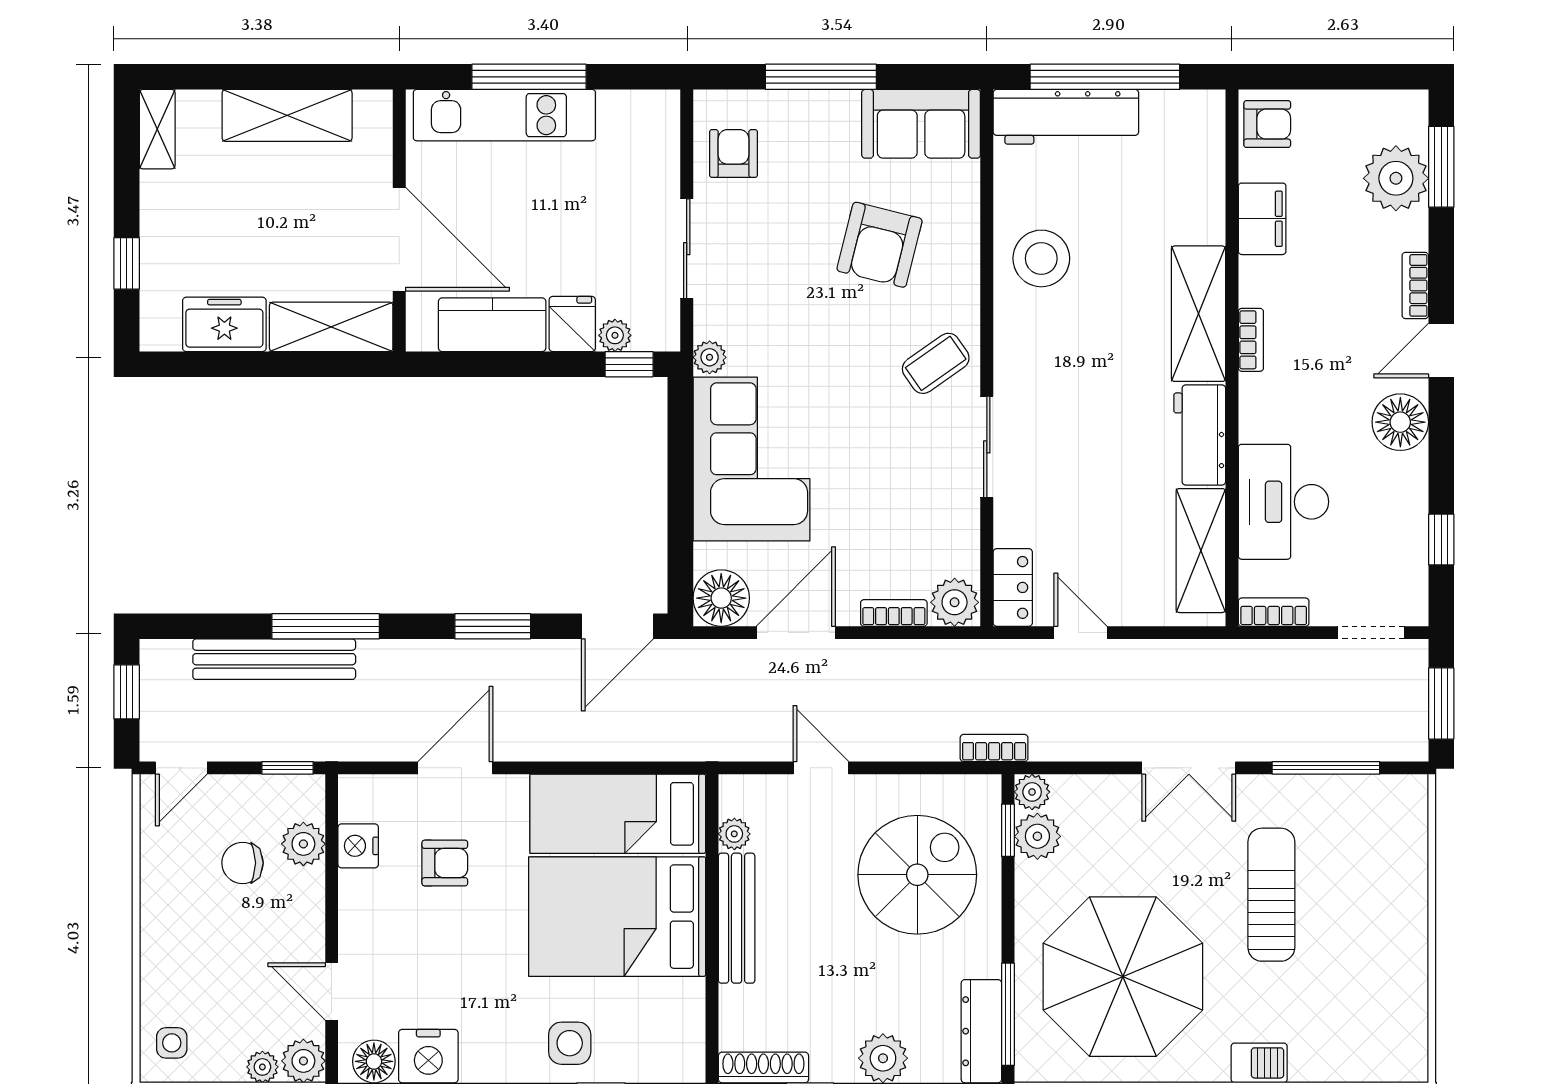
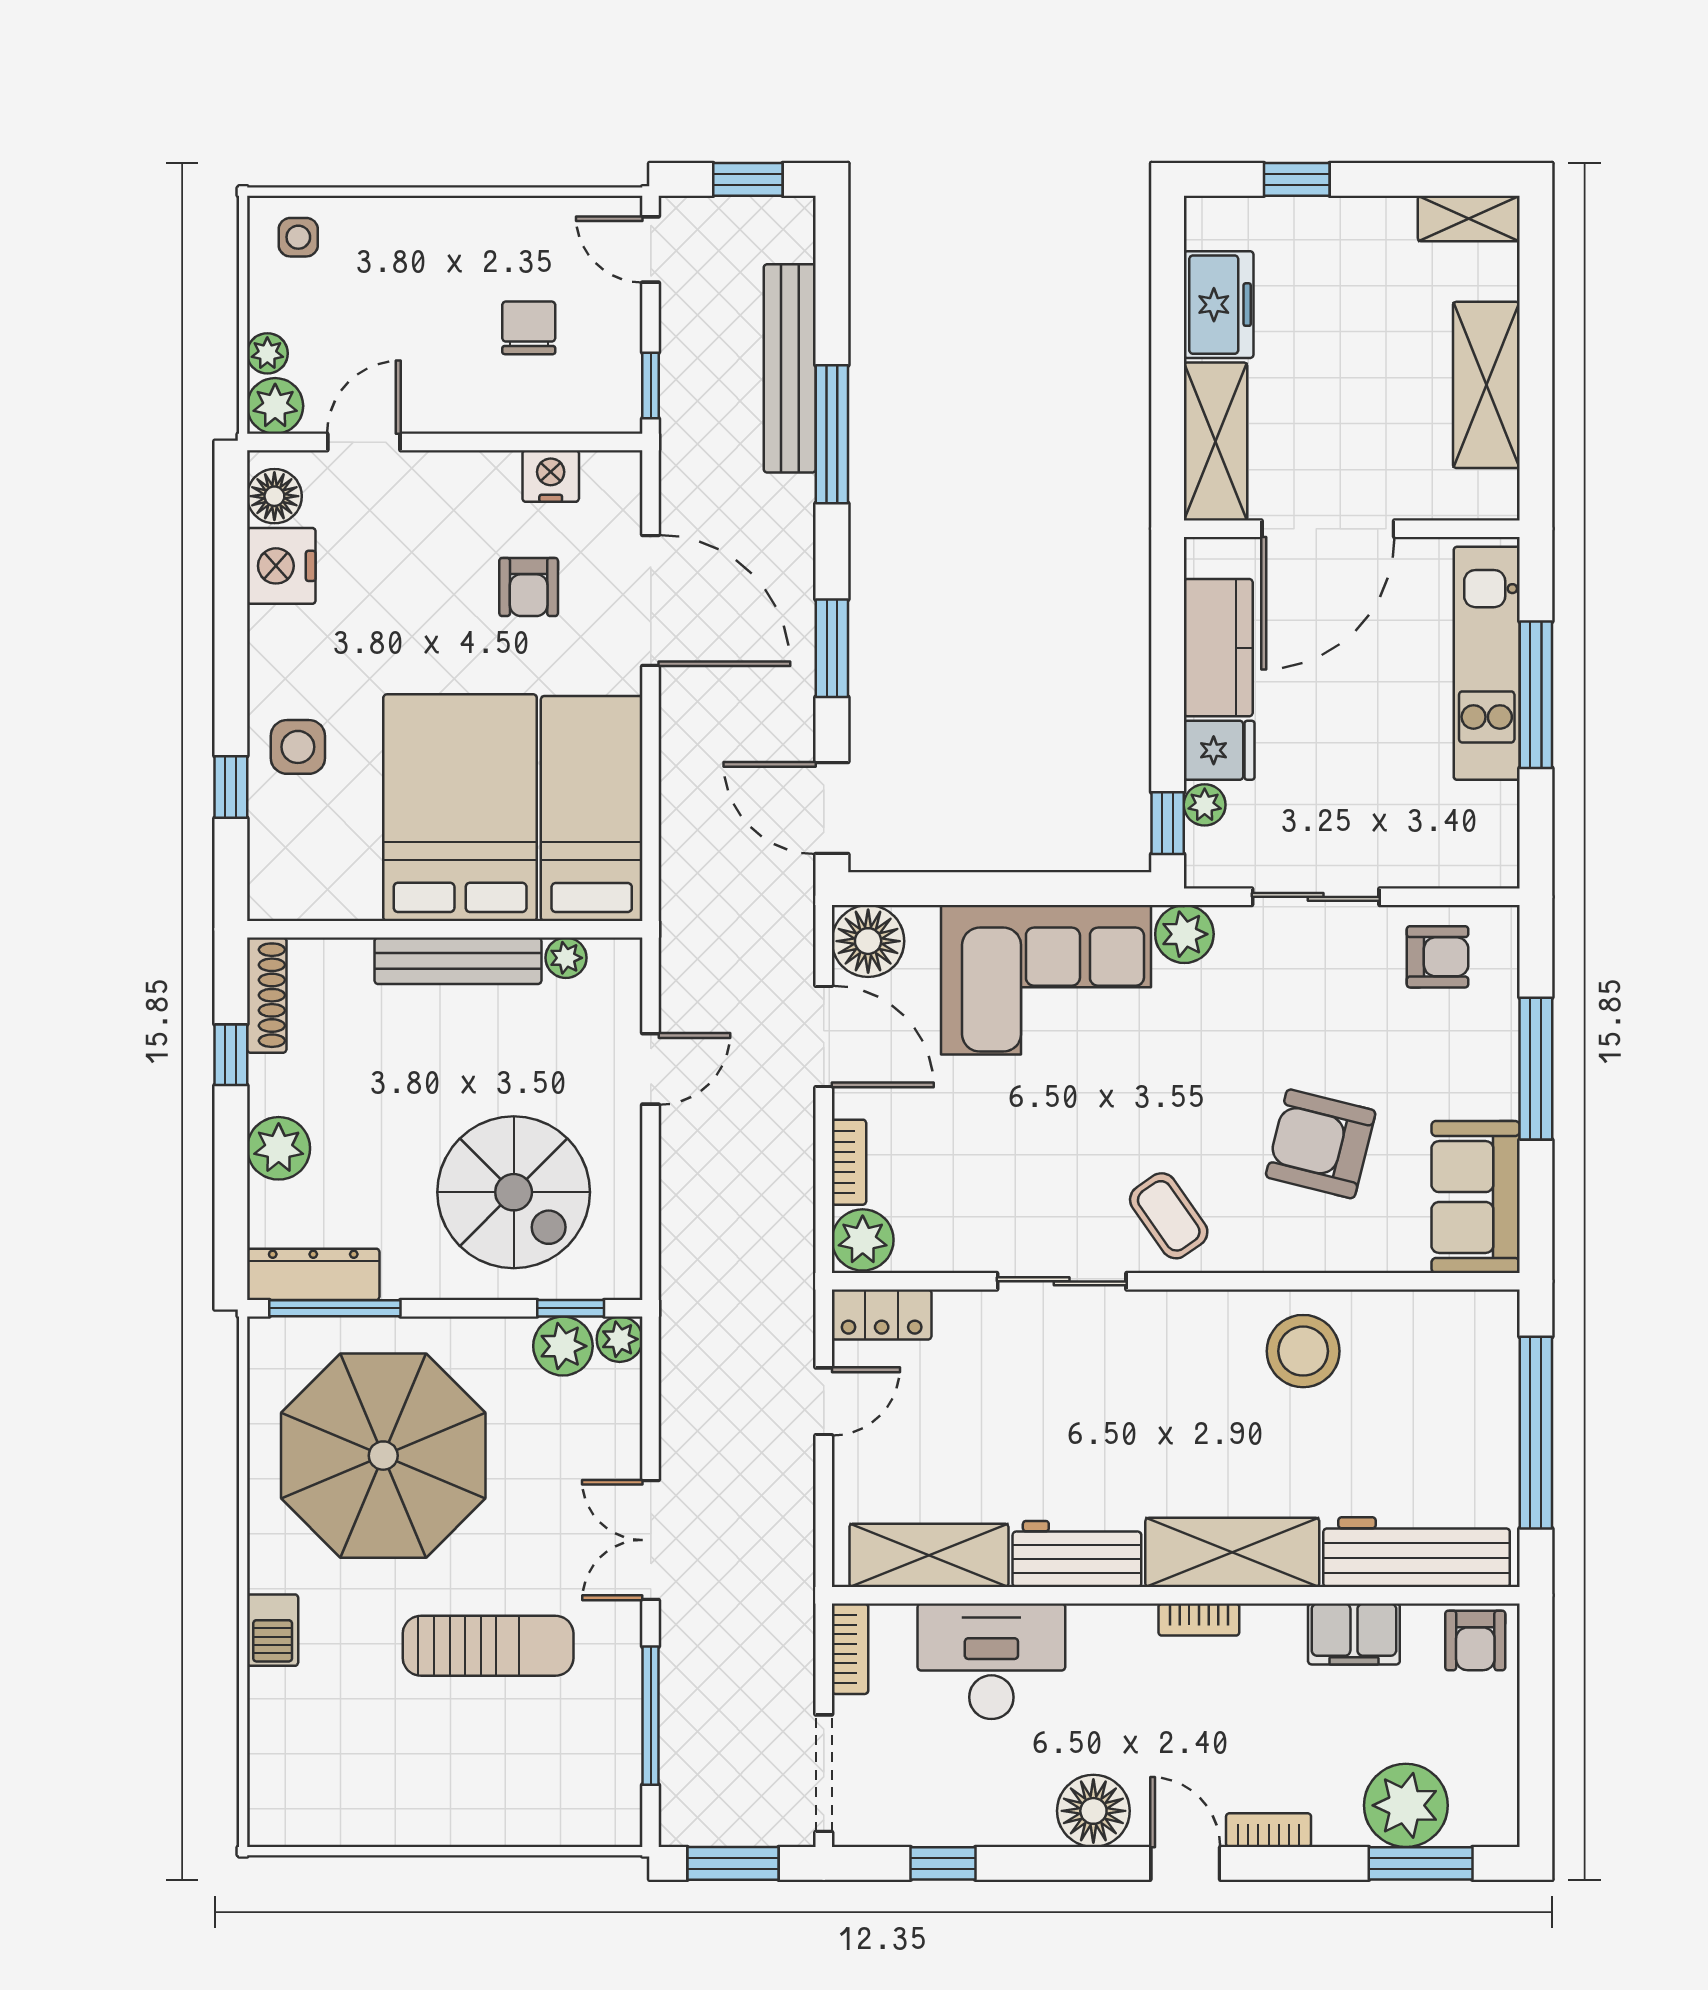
workbench: (1066, 117) -> (1417, 1552), moved, turned 90
plant: (710, 357) -> (1184, 934), width x1.38, depth x1.38
doorway: (1371, 633) -> (824, 1773), width x1.38
bookcase: (994, 748) -> (676, 1291), removed
door: (455, 768) -> (651, 601), width x1.36
plant: (303, 844) -> (553, 406), removed

